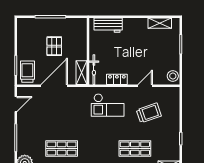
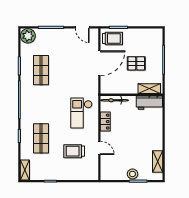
workbench: (108, 25) -> (149, 103), moved, turned -90
shelving: (82, 73) -> (149, 89), moved
stool: (173, 76) -> (132, 174), moved
door: (54, 86) -> (99, 63), hinge flipped
trolley: (149, 113) -> (74, 151), turned 109

